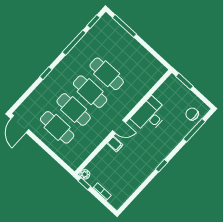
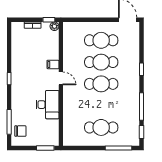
cafe table: (107, 74) -> (101, 127), moved
door: (119, 127) -> (61, 78), swing flipped

